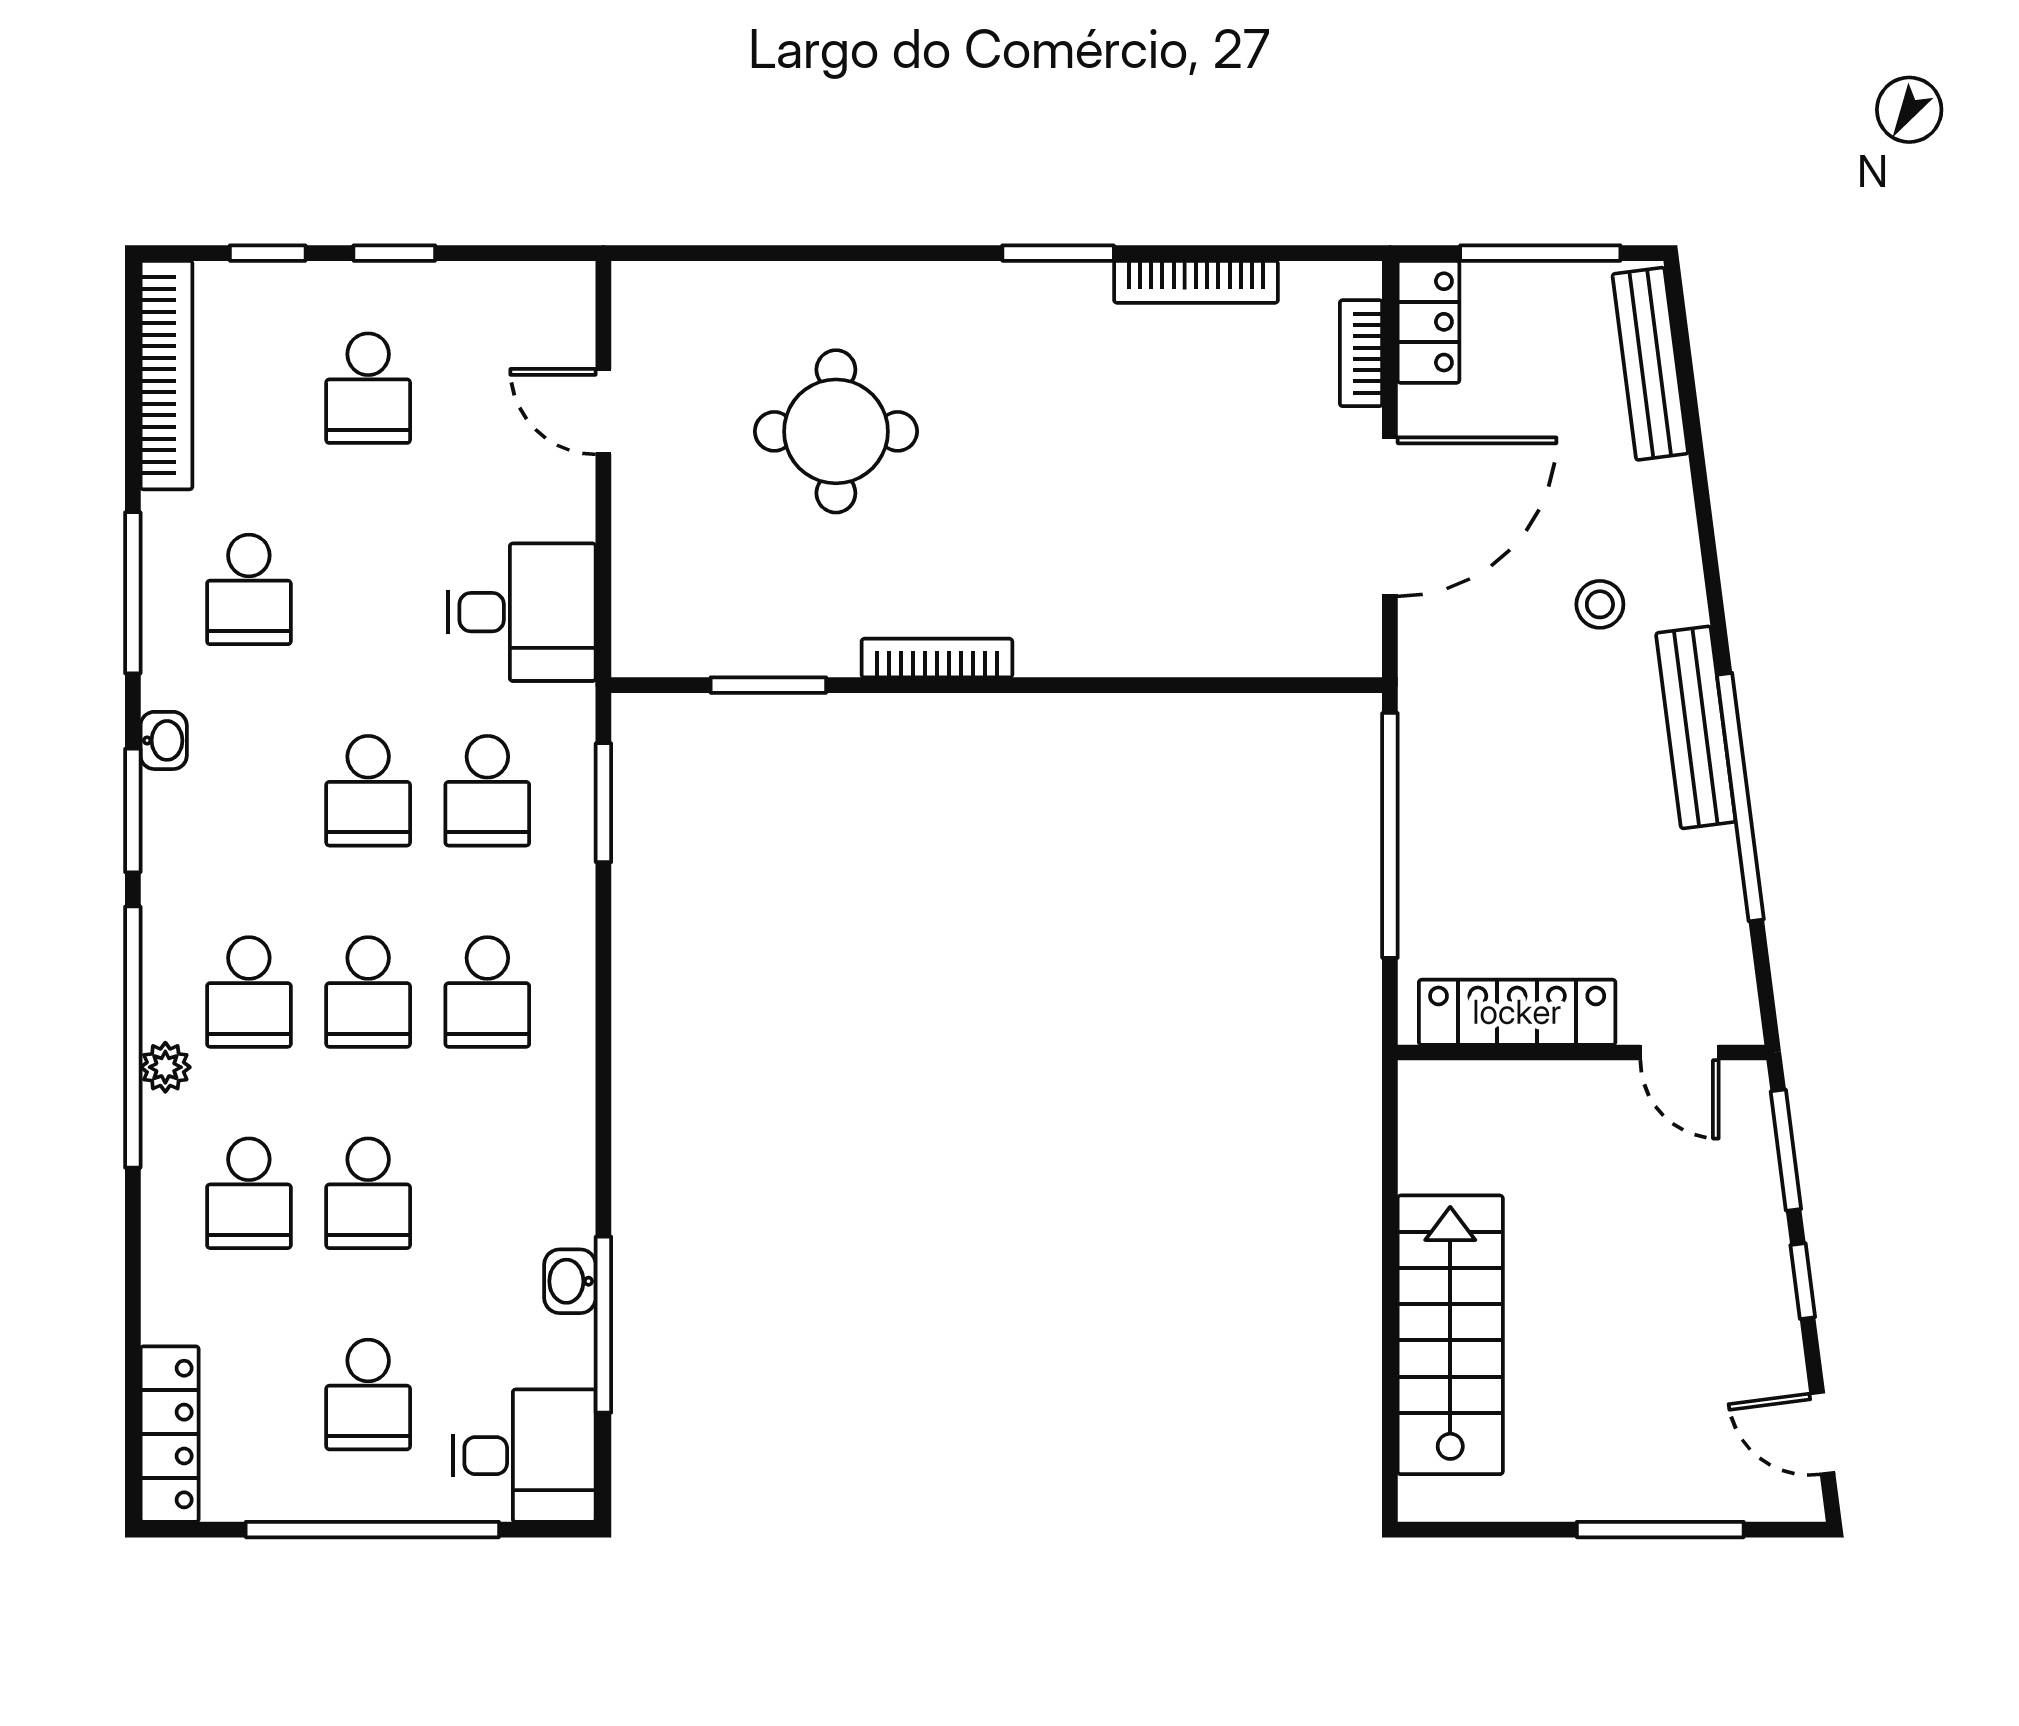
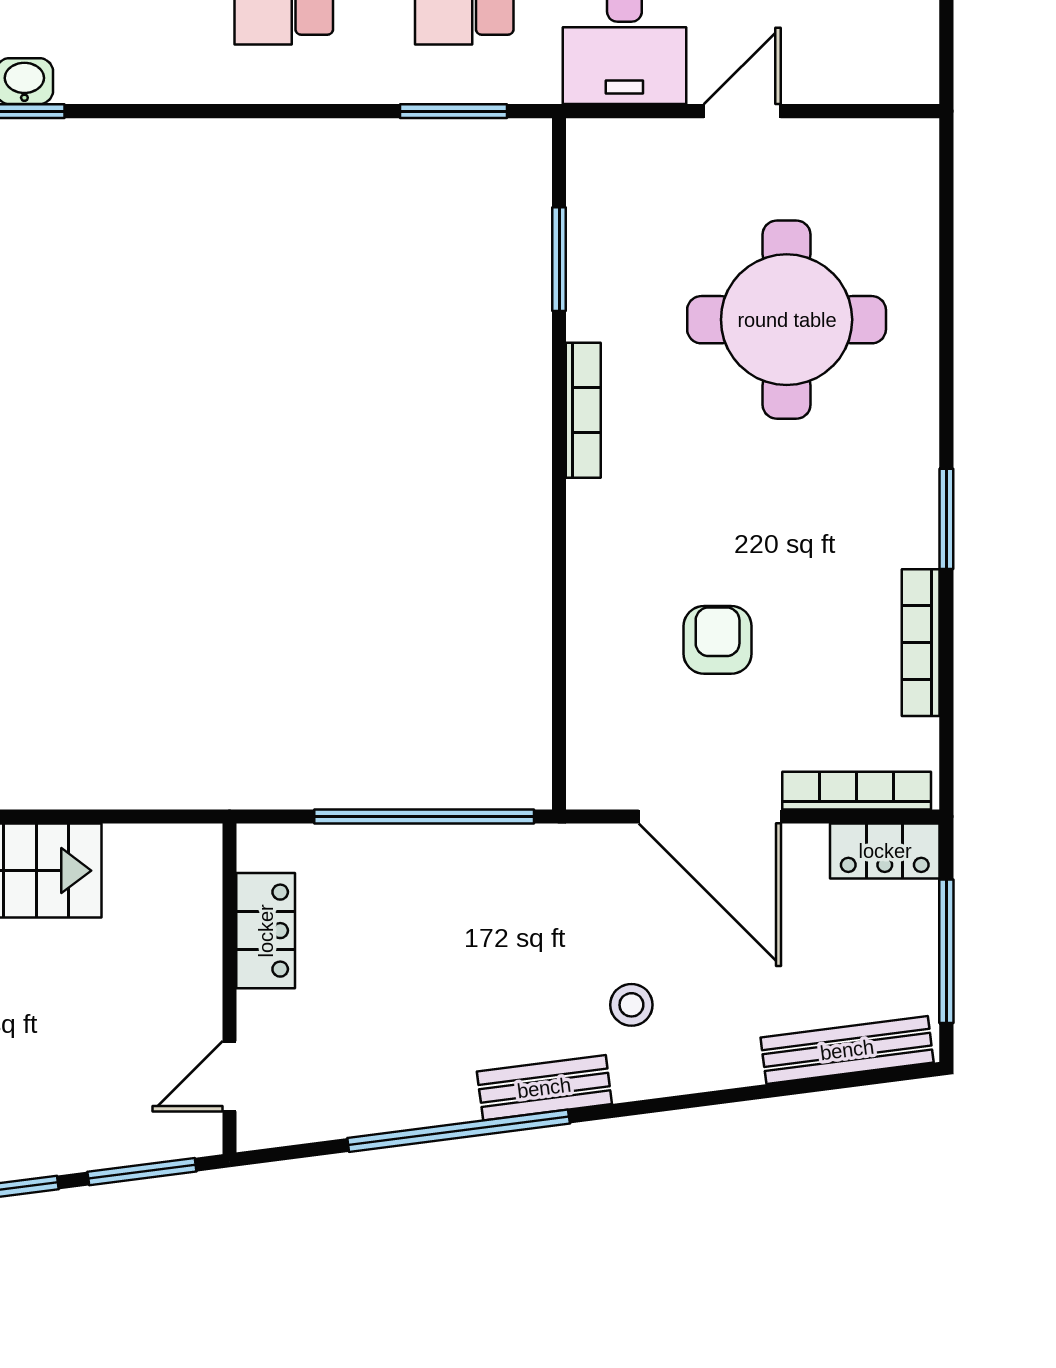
bookcase: (1361, 353) -> (857, 791), width x1.56
door: (603, 412) -> (742, 111), moved
round table: (836, 431) -> (787, 320), width x1.36, depth x1.36
armchair: (1193, 508) -> (718, 640), added
bench: (1696, 727) -> (544, 1088), width x0.73
locker: (1517, 1012) -> (266, 931), width x0.66

